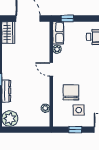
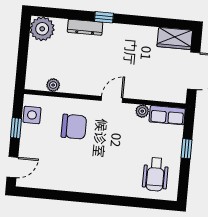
window: (67, 18) -> (186, 149), moved
side table: (79, 110) -> (32, 115), moved

